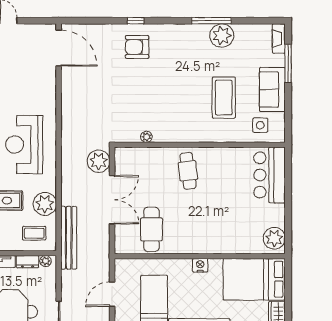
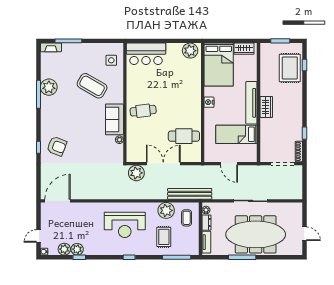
armchair: (137, 47) -> (57, 146), turned -69
sofa: (272, 89) -> (114, 119), moved, turned 90
coffee table: (224, 98) -> (92, 86), turned 30

